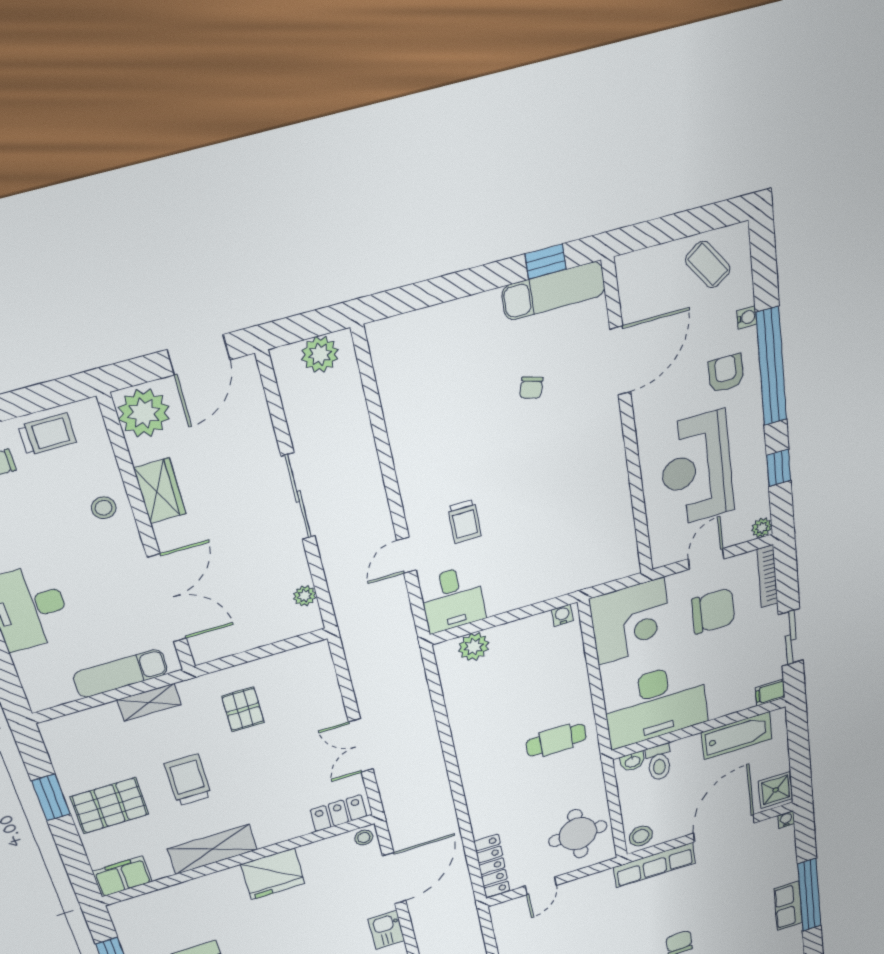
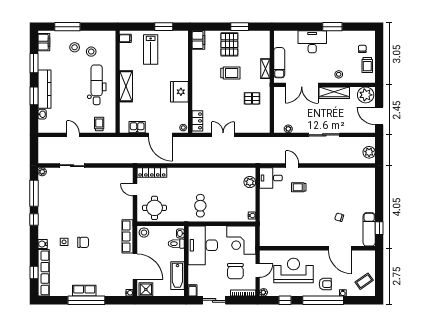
wardrobe: (160, 491) -> (334, 93), width x1.50
door: (706, 559) -> (258, 271), hinge flipped
shelving: (212, 849) -> (198, 74), removed

